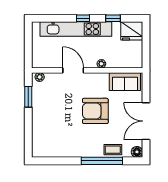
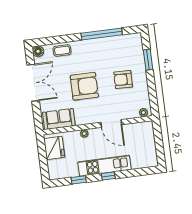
kitchen unit: (76, 29) -> (105, 166), width x0.73
fridge: (132, 31) -> (54, 148), moved, turned 90
window: (28, 97) -> (148, 60), moved
armchair: (56, 113) -> (123, 80), added
window: (102, 161) -> (102, 34), moved

